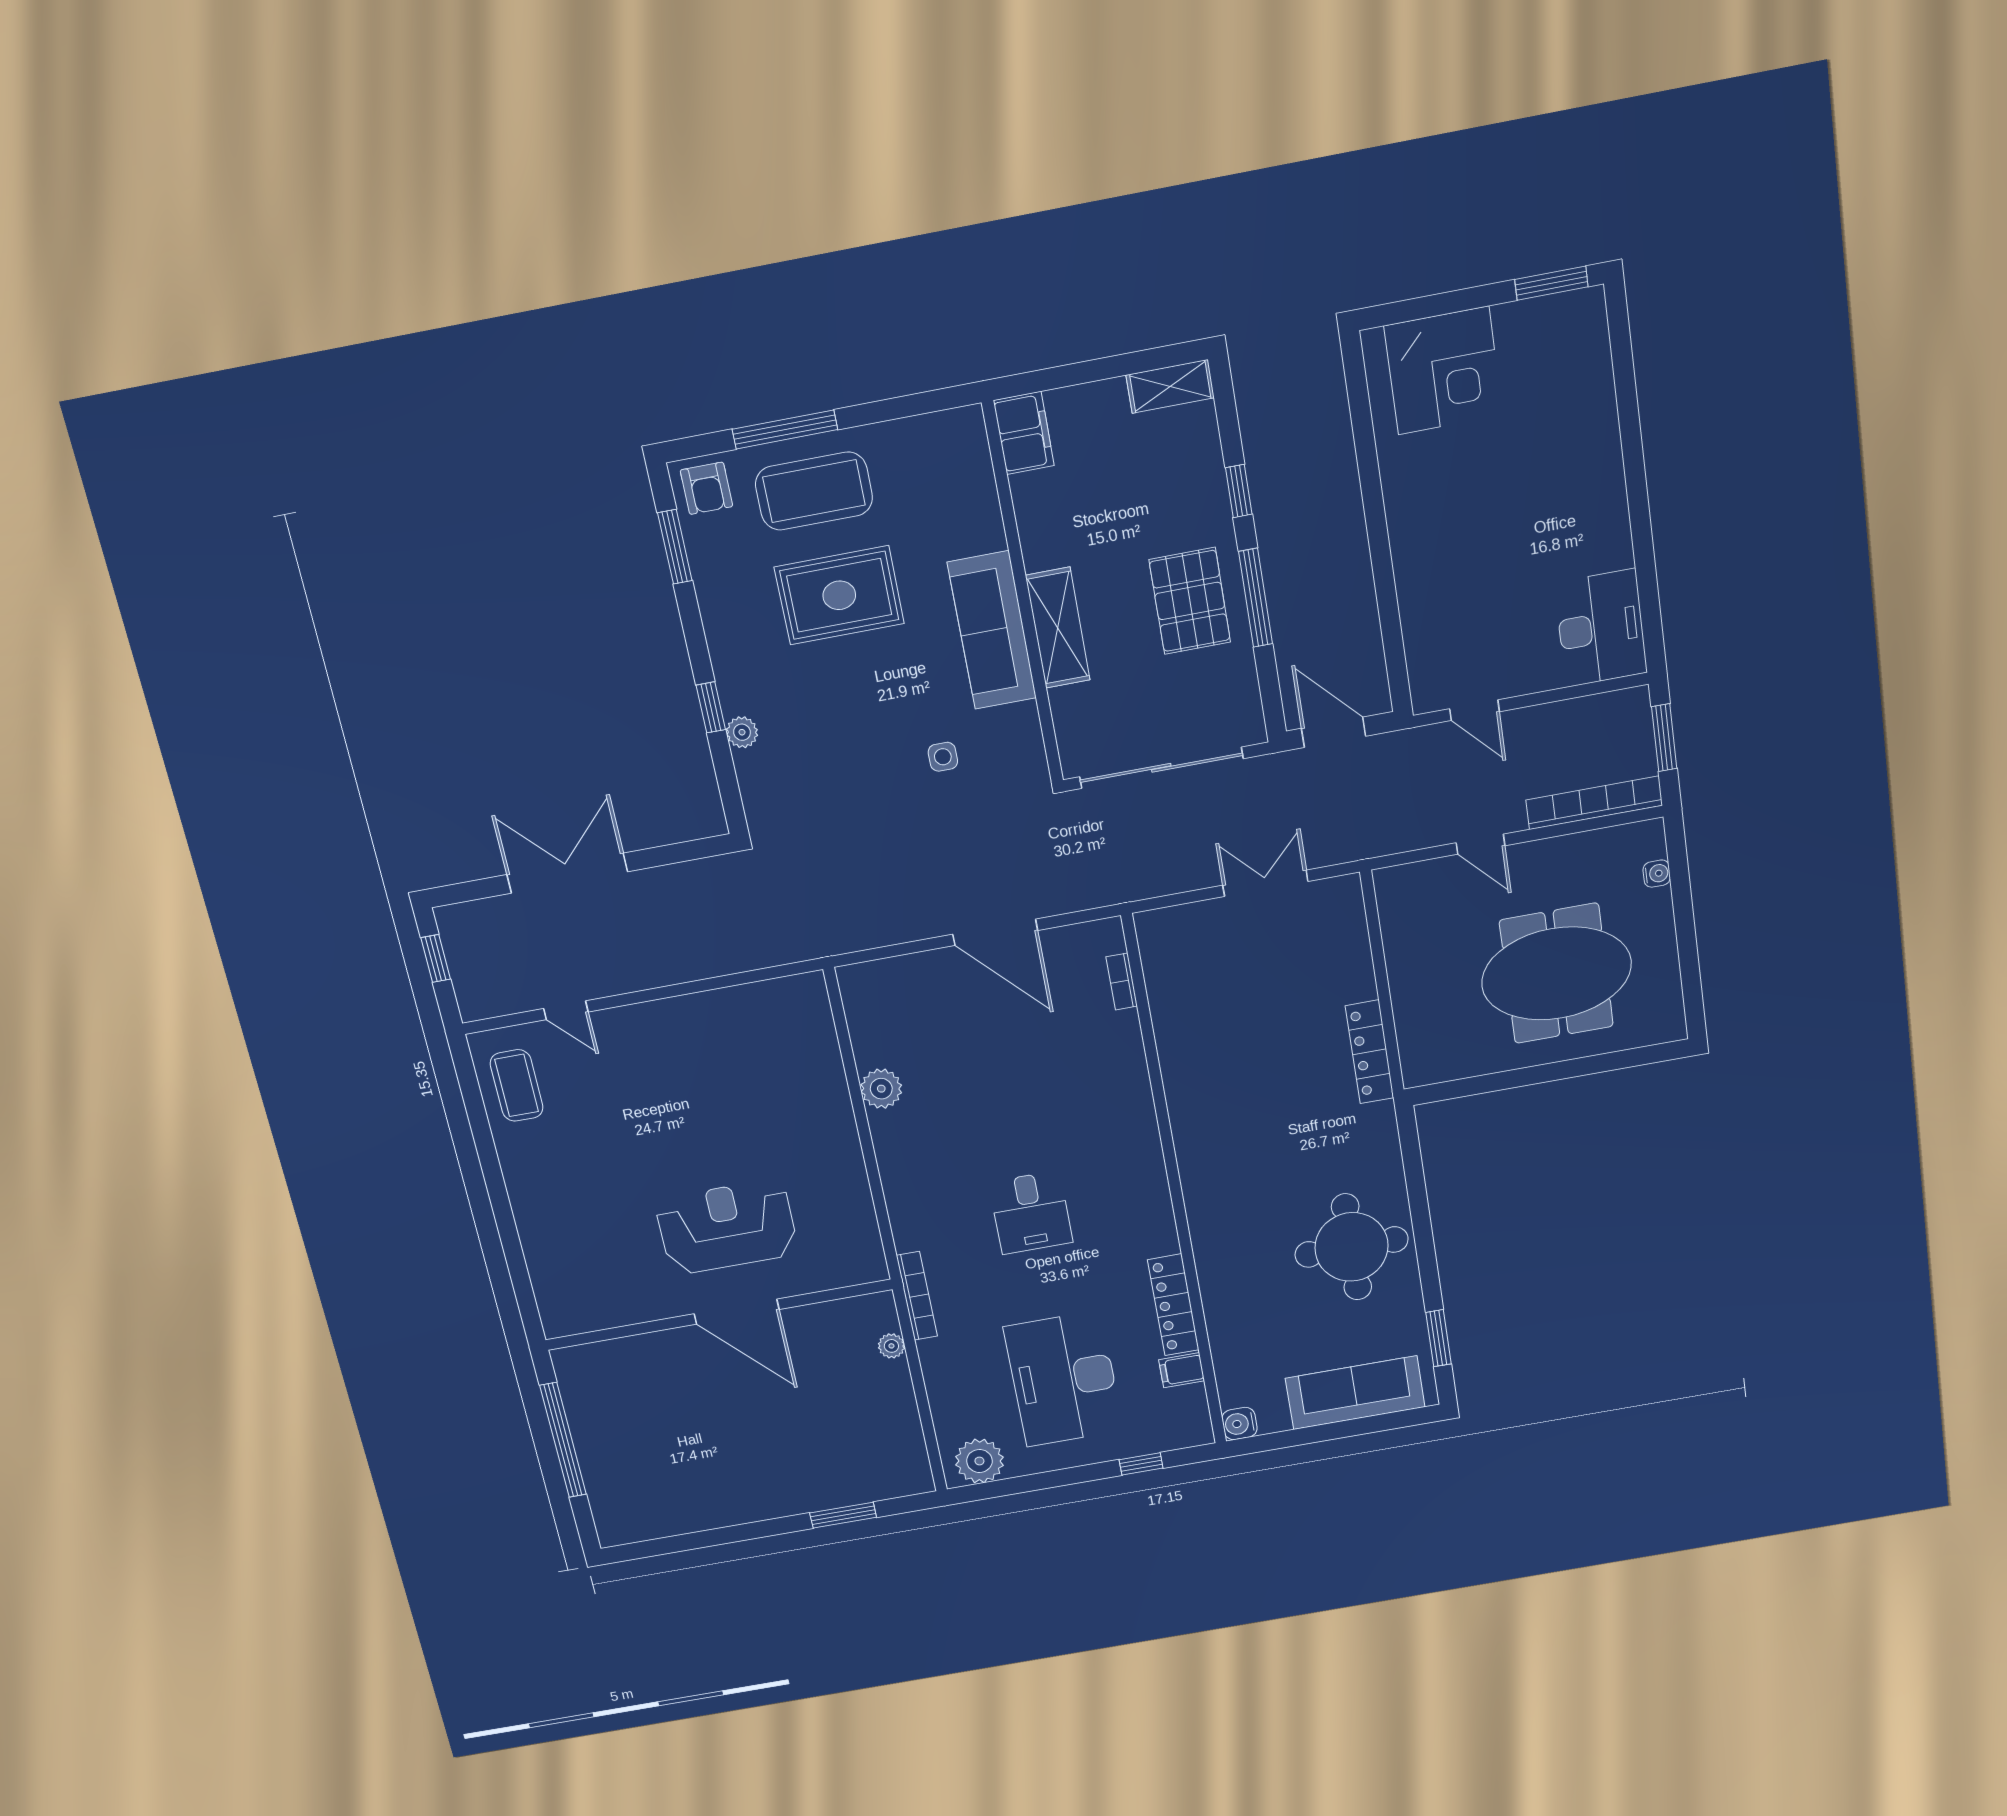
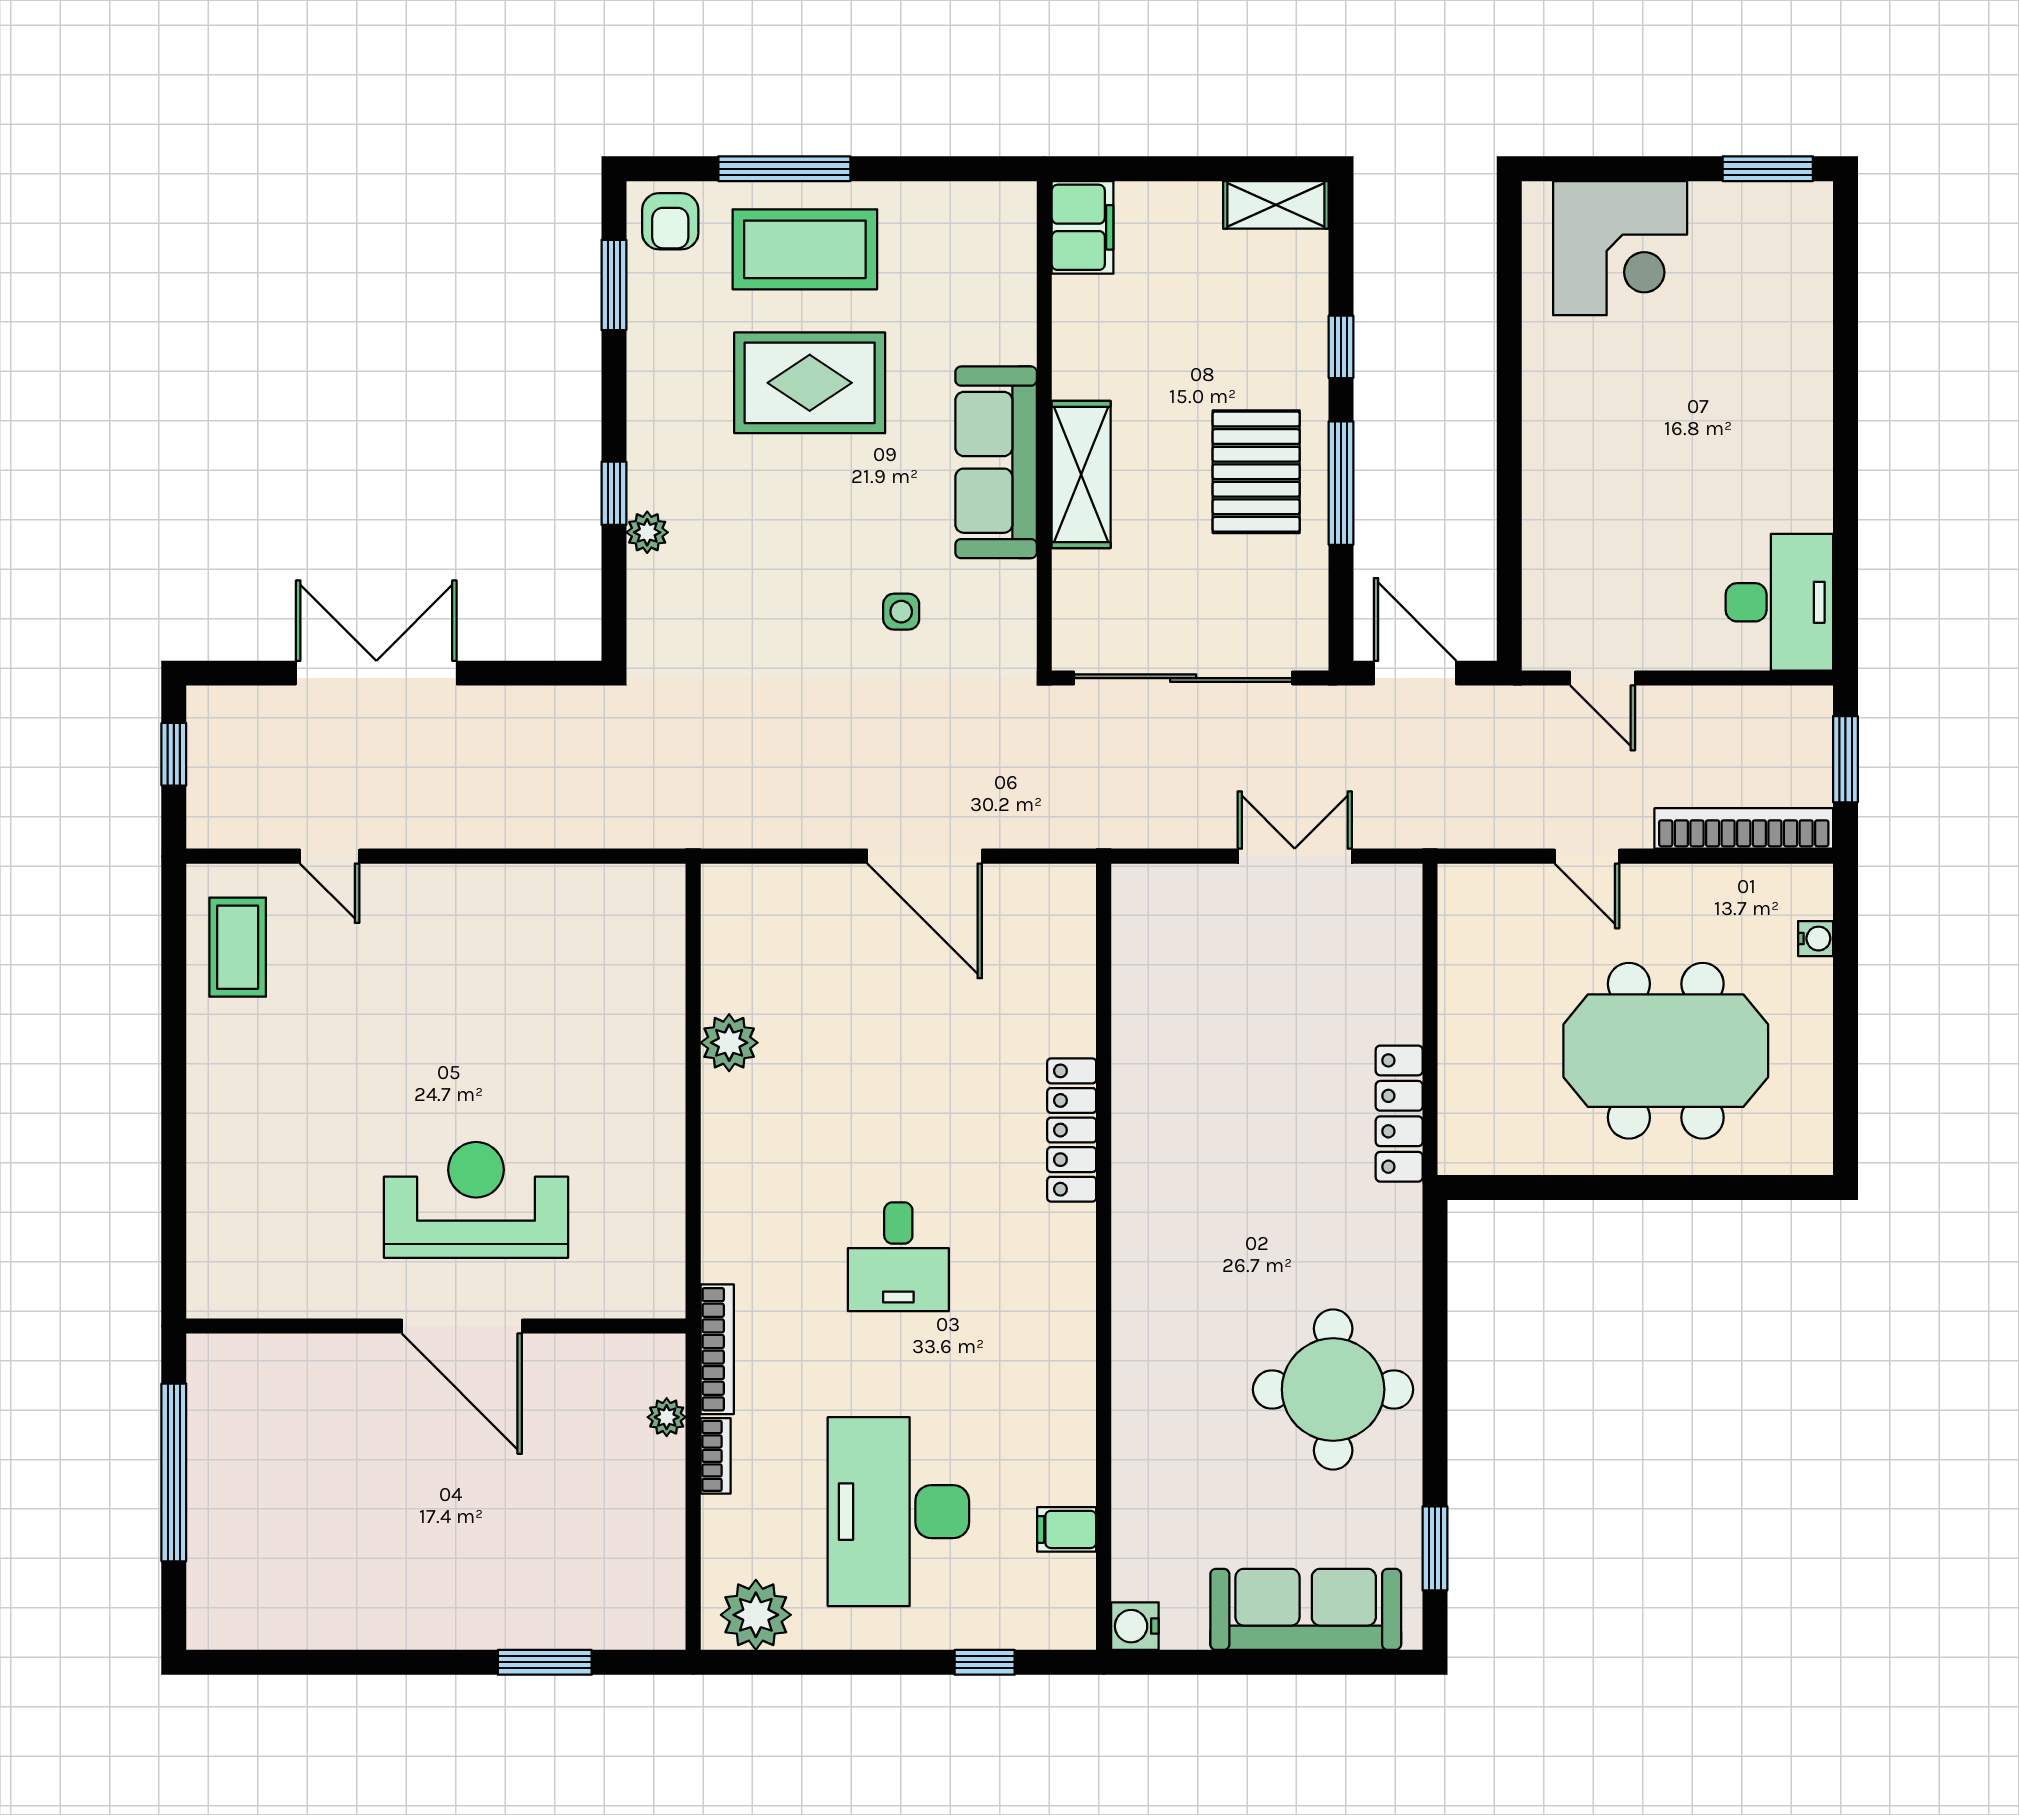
bookcase: (1122, 981) -> (716, 1456), moved, turned 180
locker: (1173, 1305) -> (1072, 1130), moved

